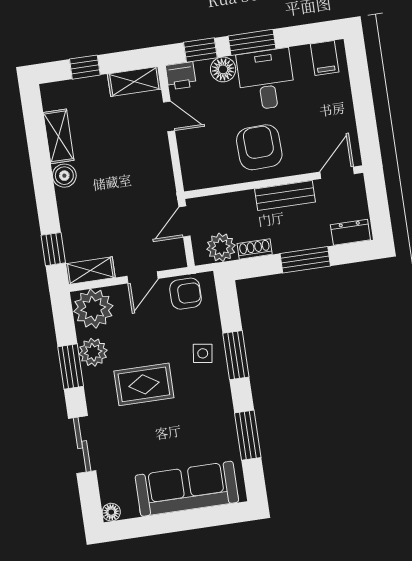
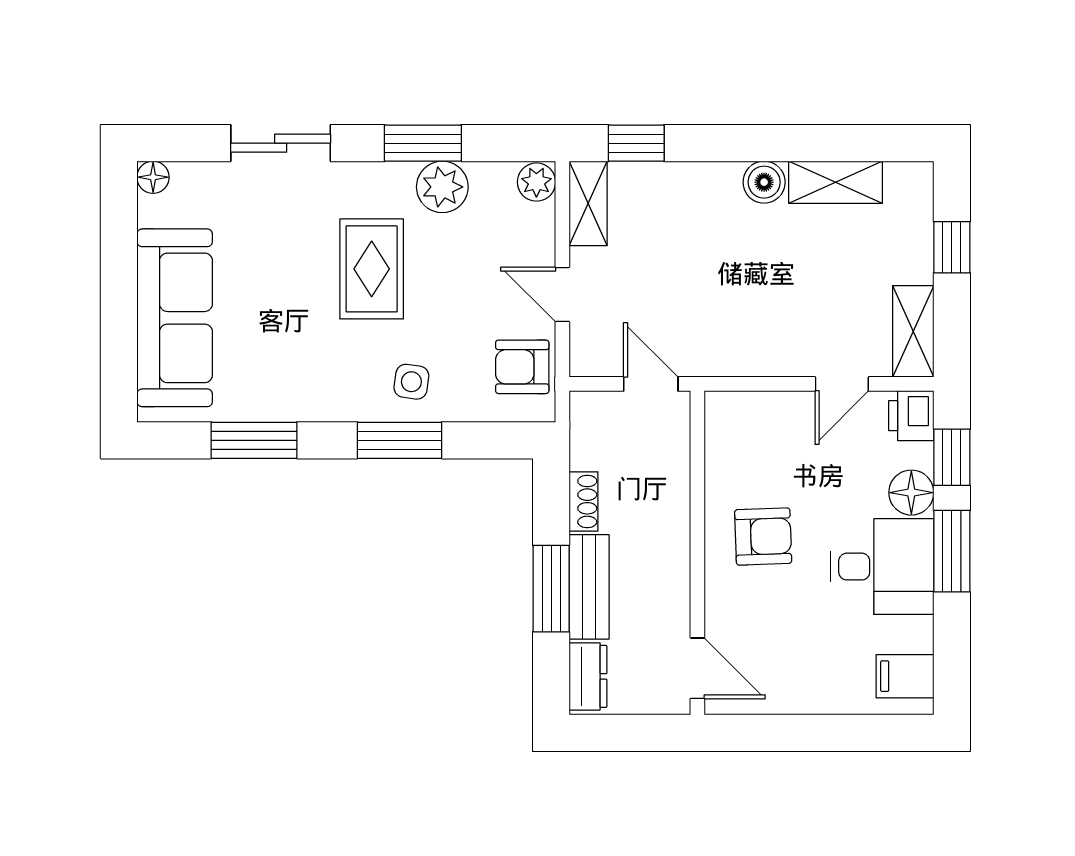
armchair: (259, 147) -> (763, 537), width x0.72, depth x0.72
bench: (285, 195) -> (589, 587), moved
plant: (221, 247) -> (595, 442), removed
armchair: (186, 294) -> (522, 367), turned 90
plant: (93, 309) -> (536, 182), width x0.53, depth x0.53

